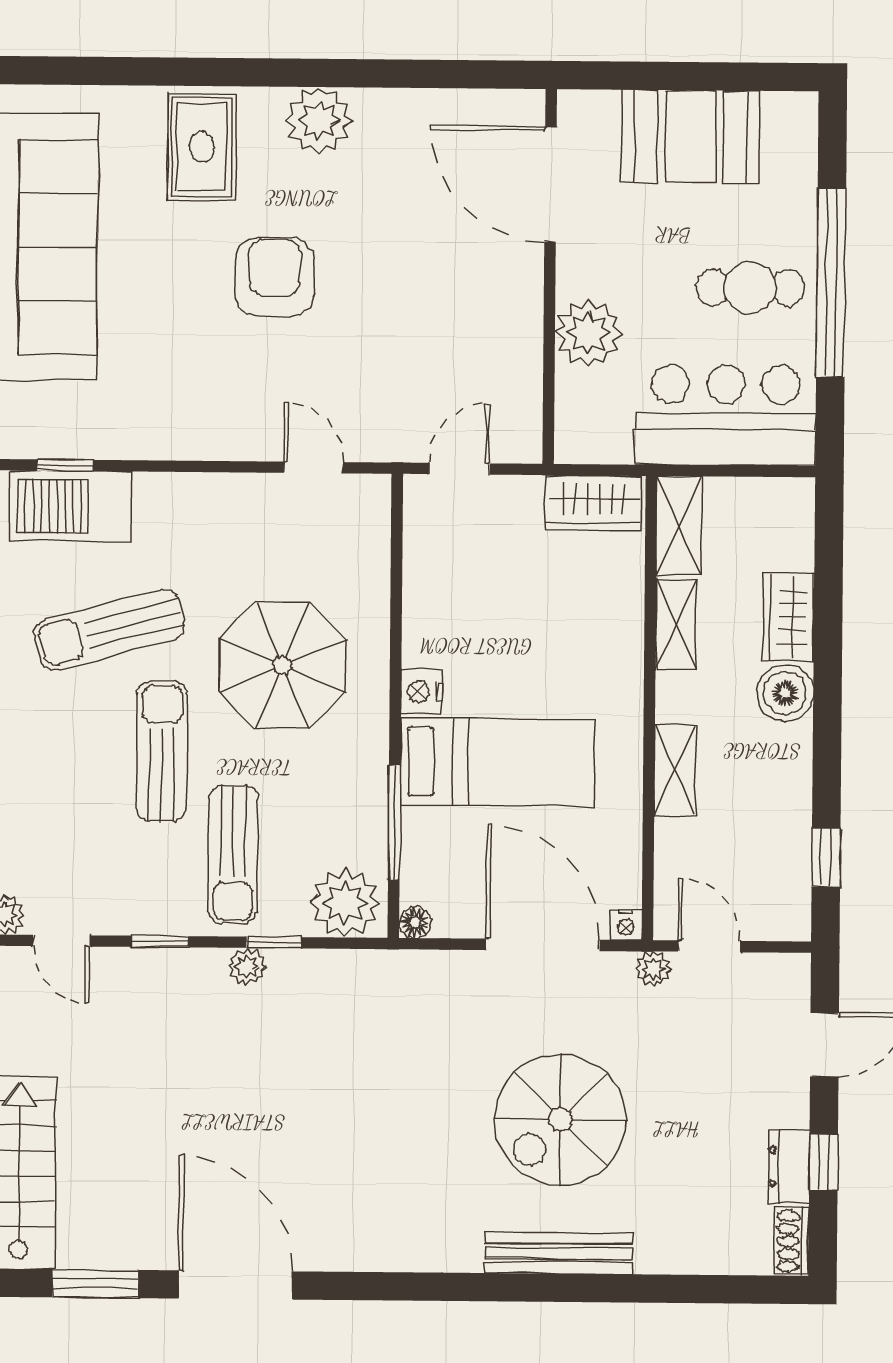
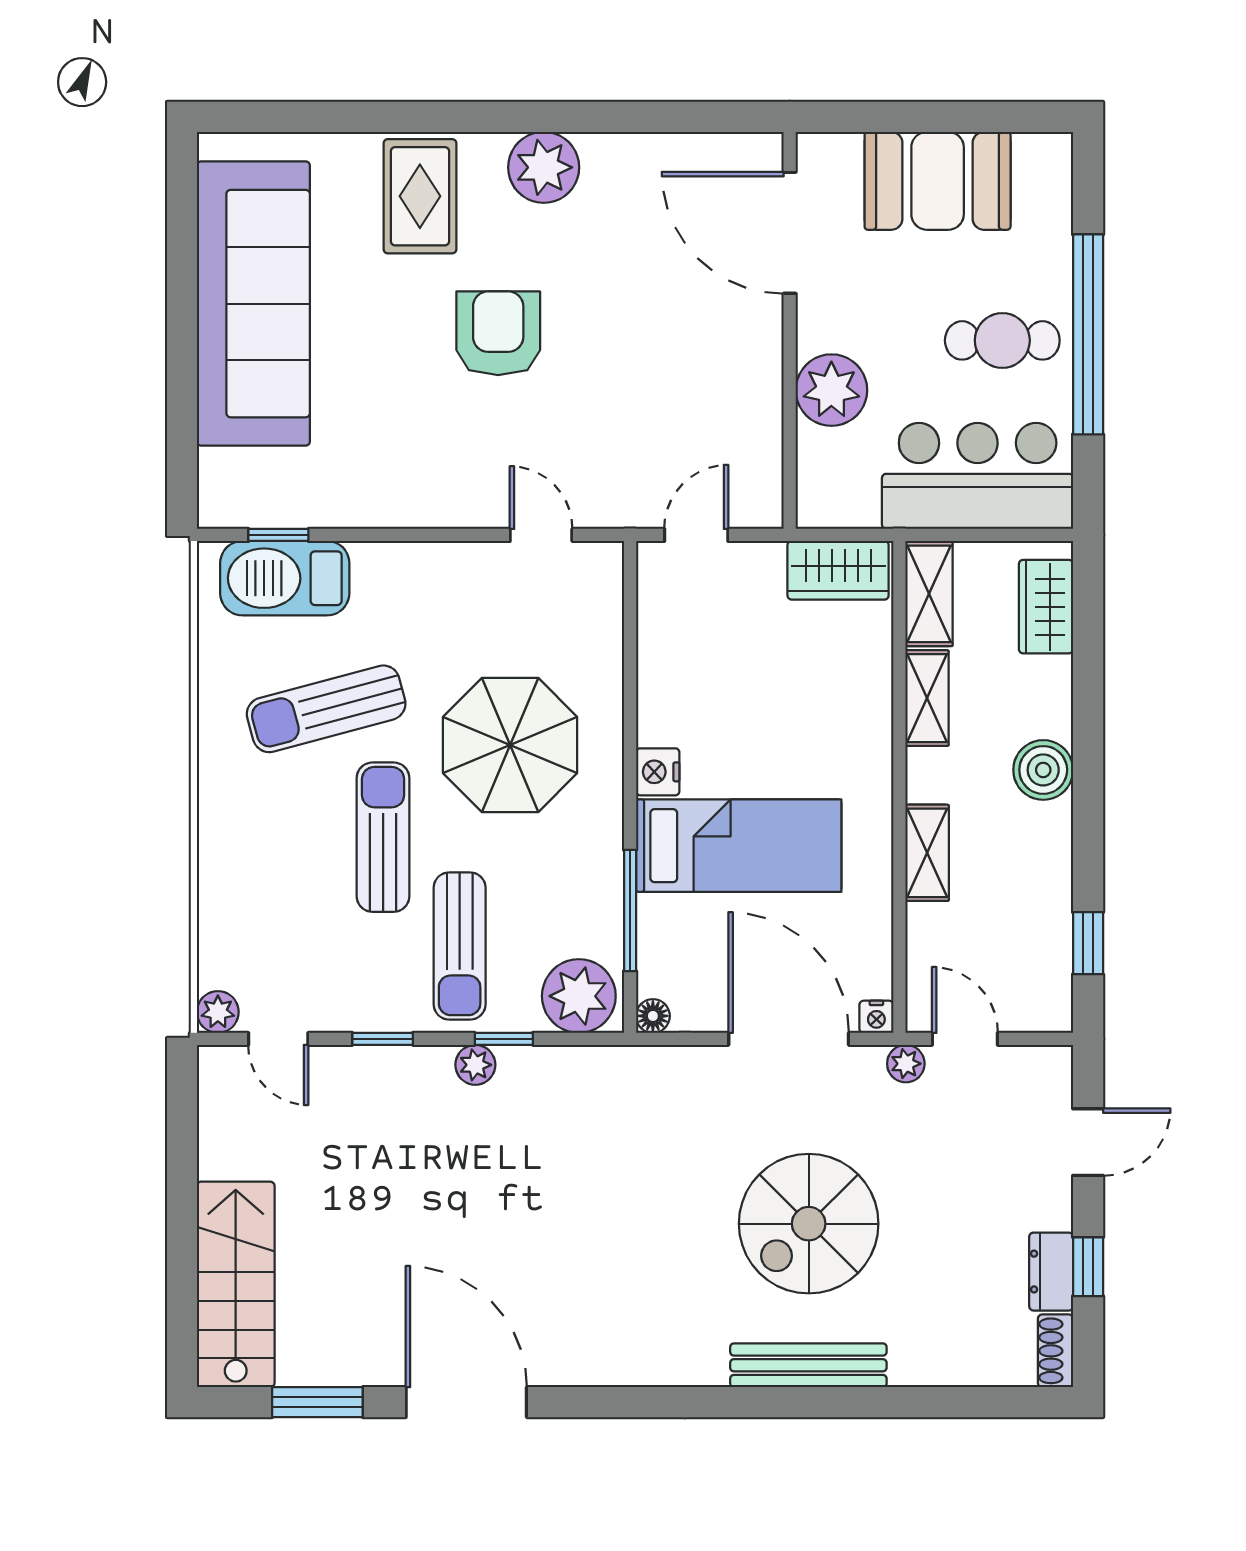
wardrobe: (788, 617) -> (1046, 607), moved

